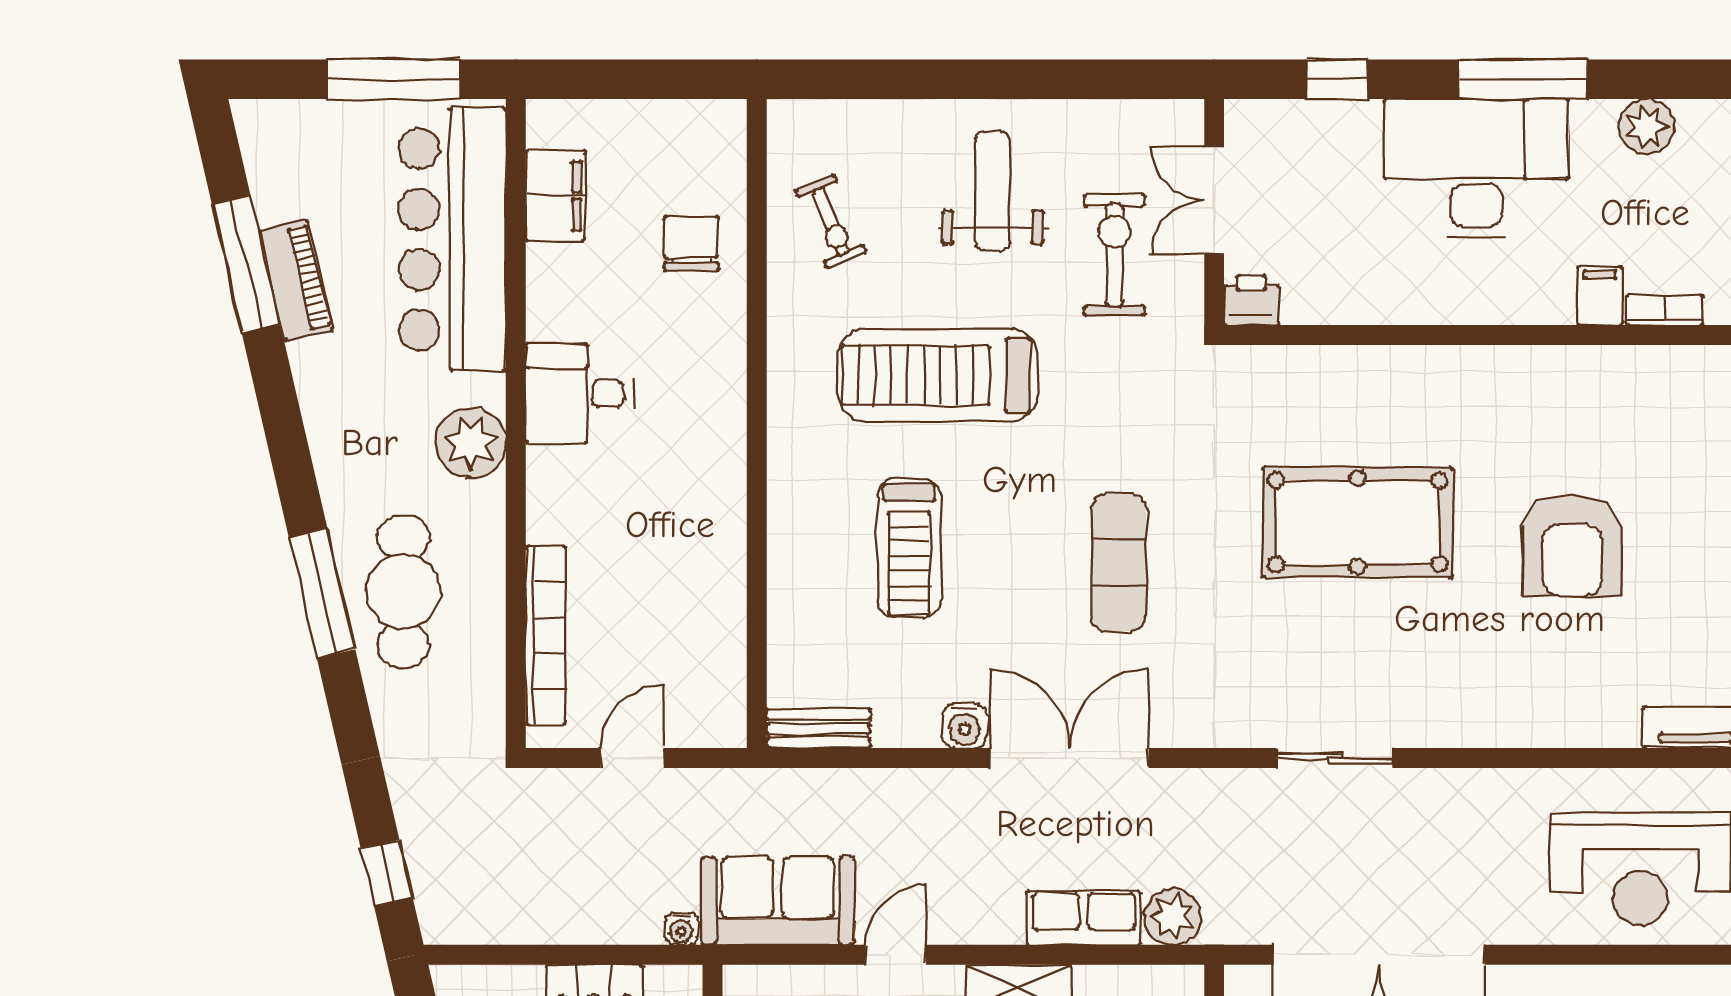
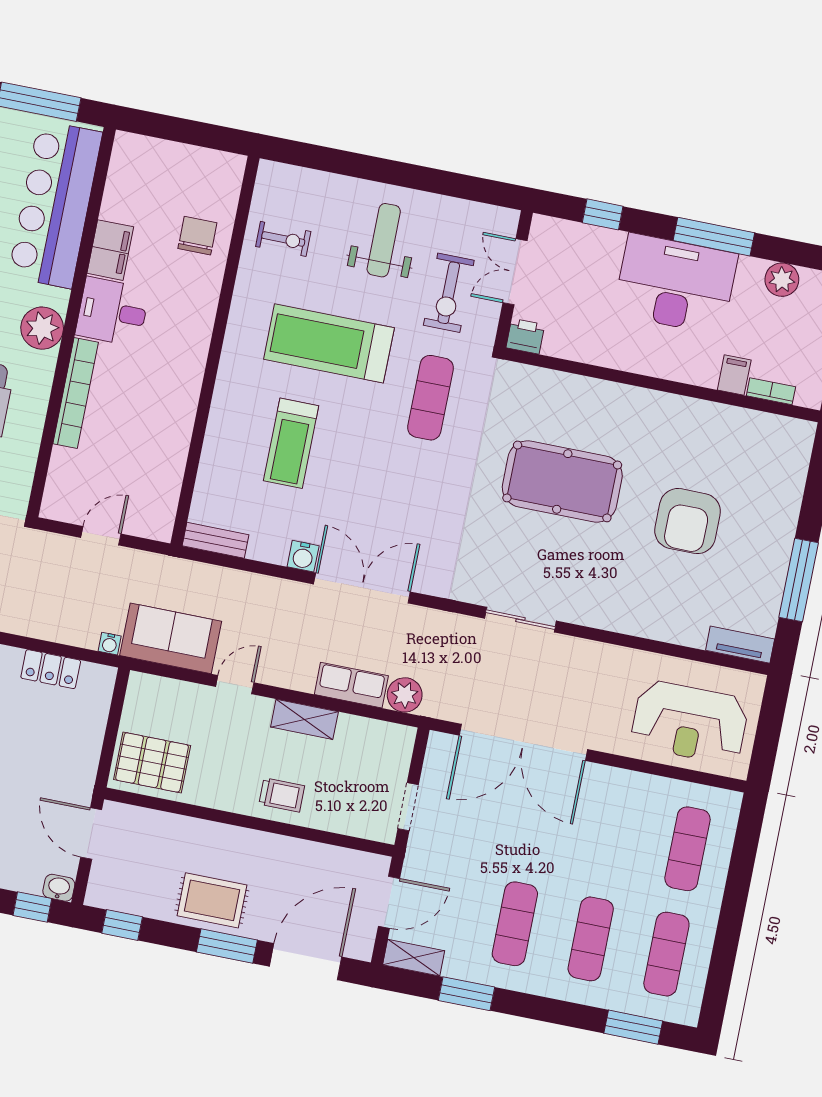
filing cabinet: (556, 196) -> (110, 250), moved
exercise bike: (831, 222) -> (283, 239), turned -68
exercise bike: (1114, 255) -> (449, 293), turned 180
exercise mat: (1119, 562) -> (430, 398), moved
bookcase: (546, 635) -> (76, 393), moved

